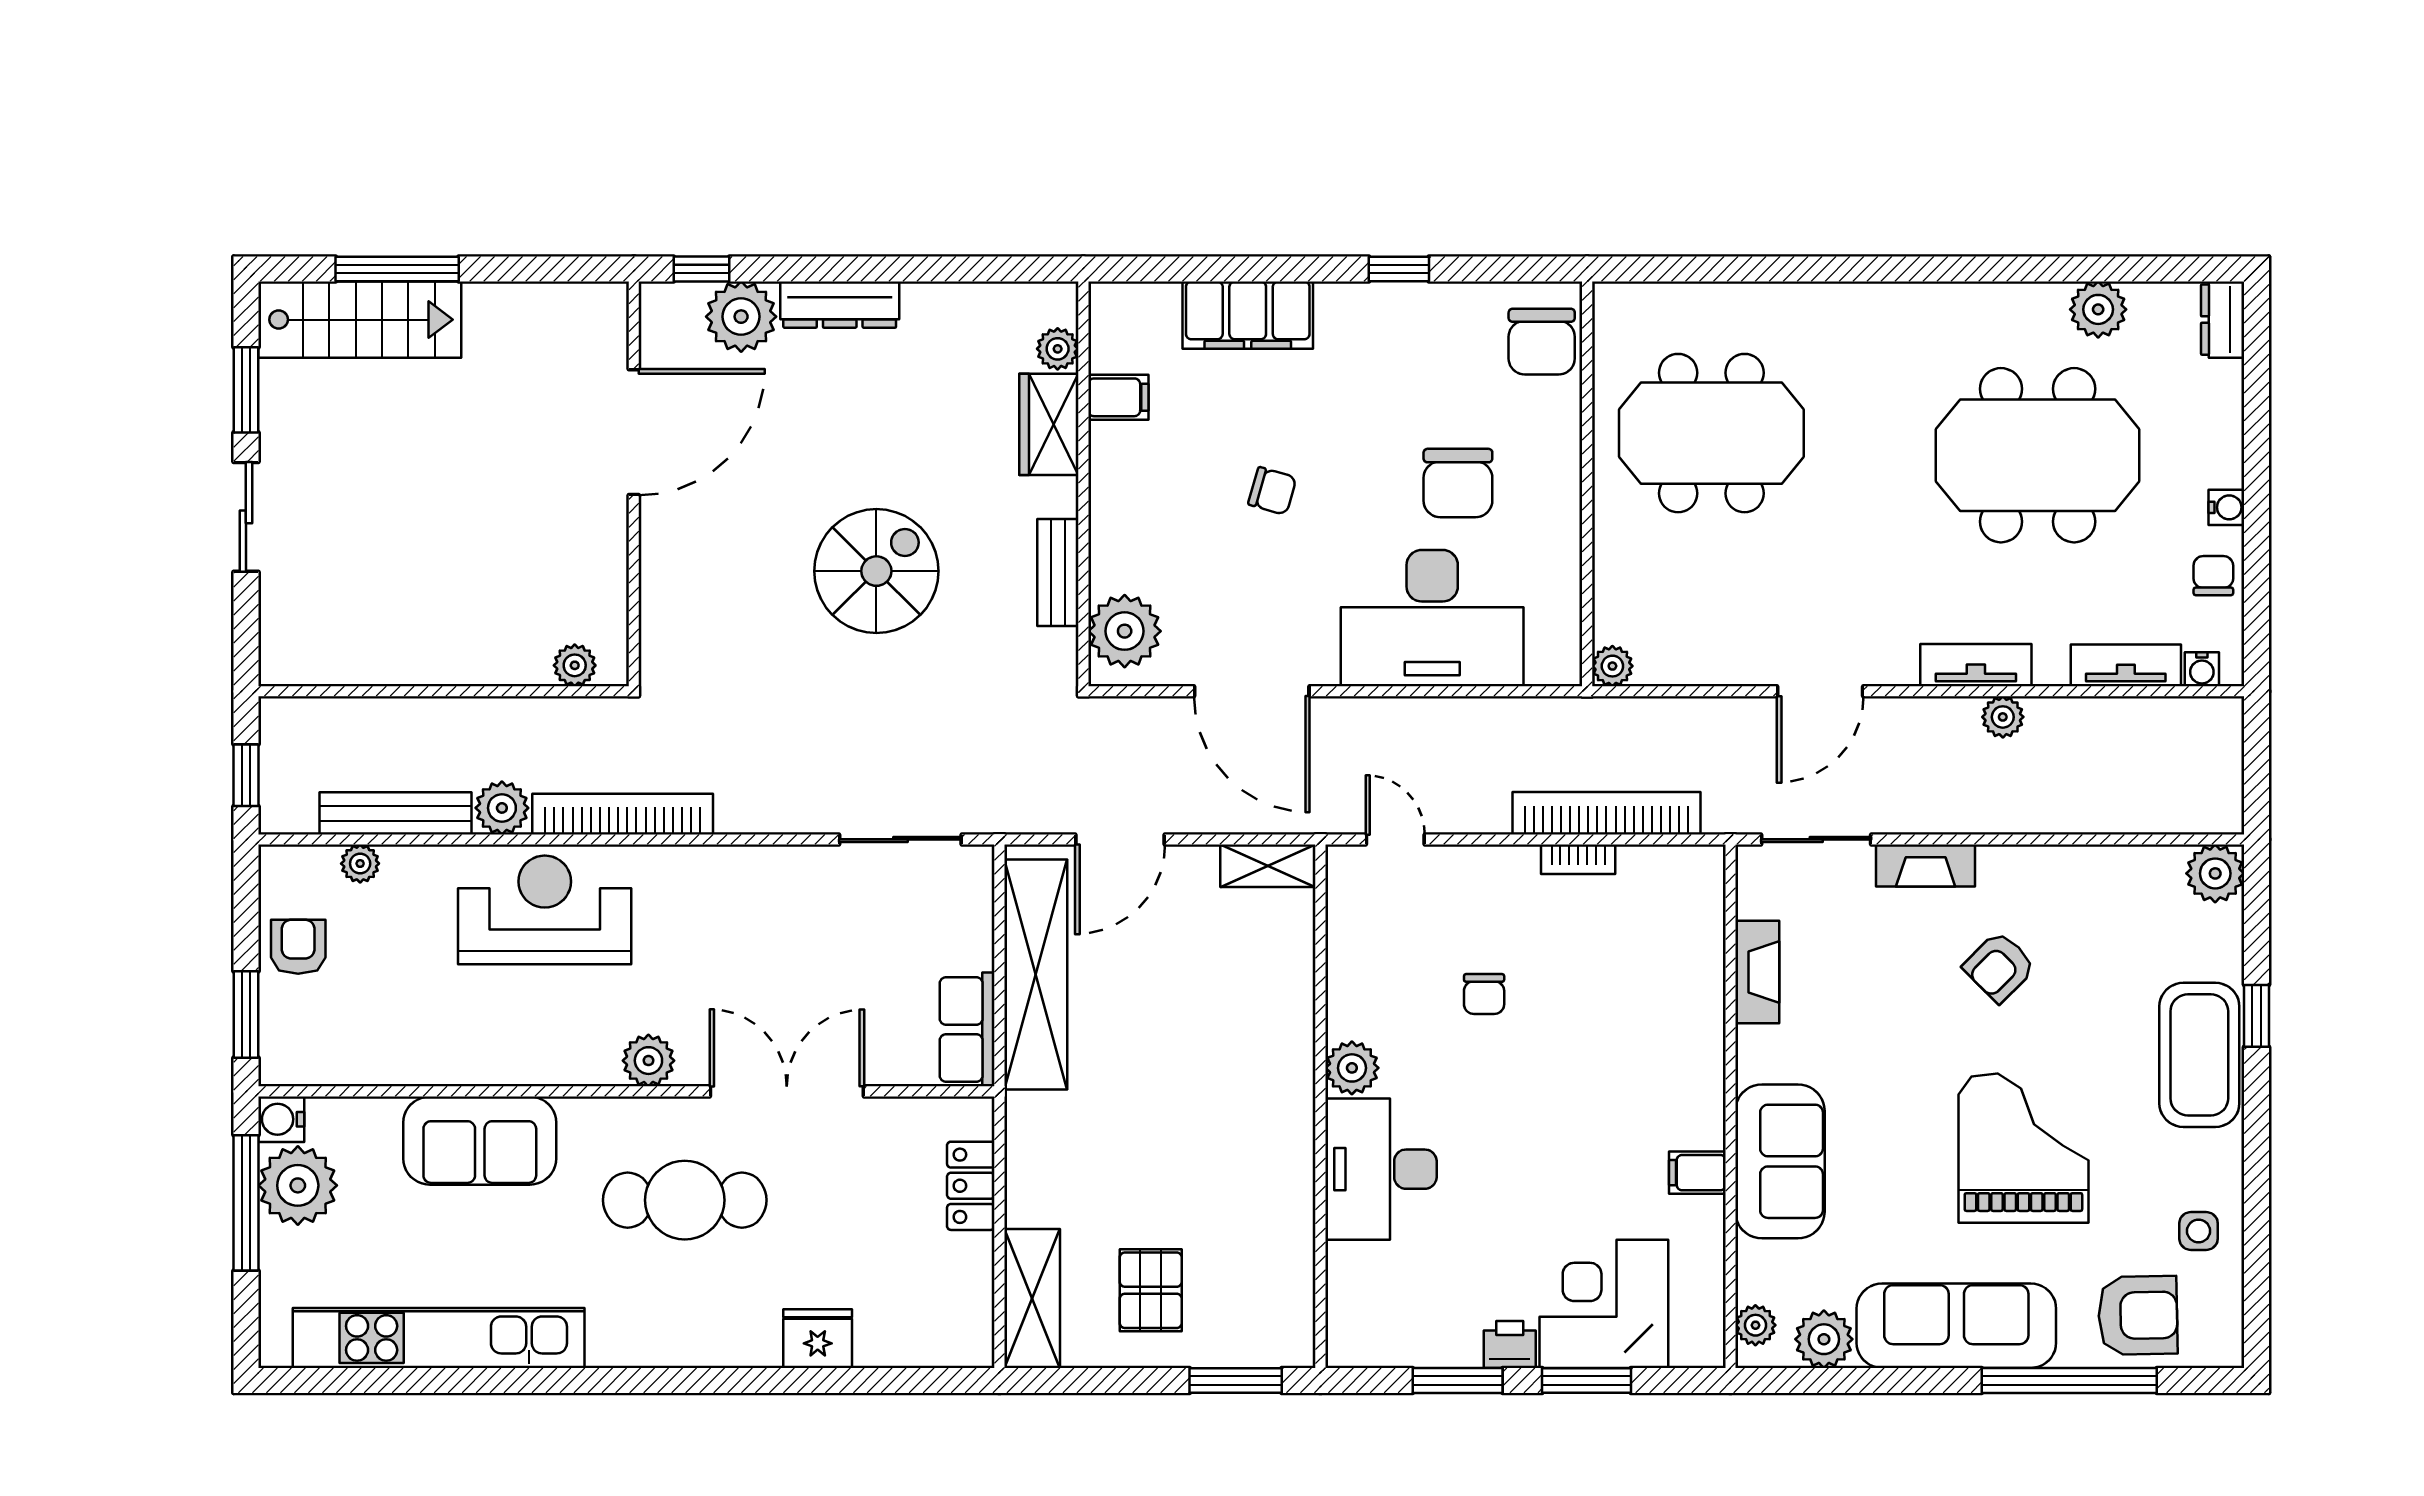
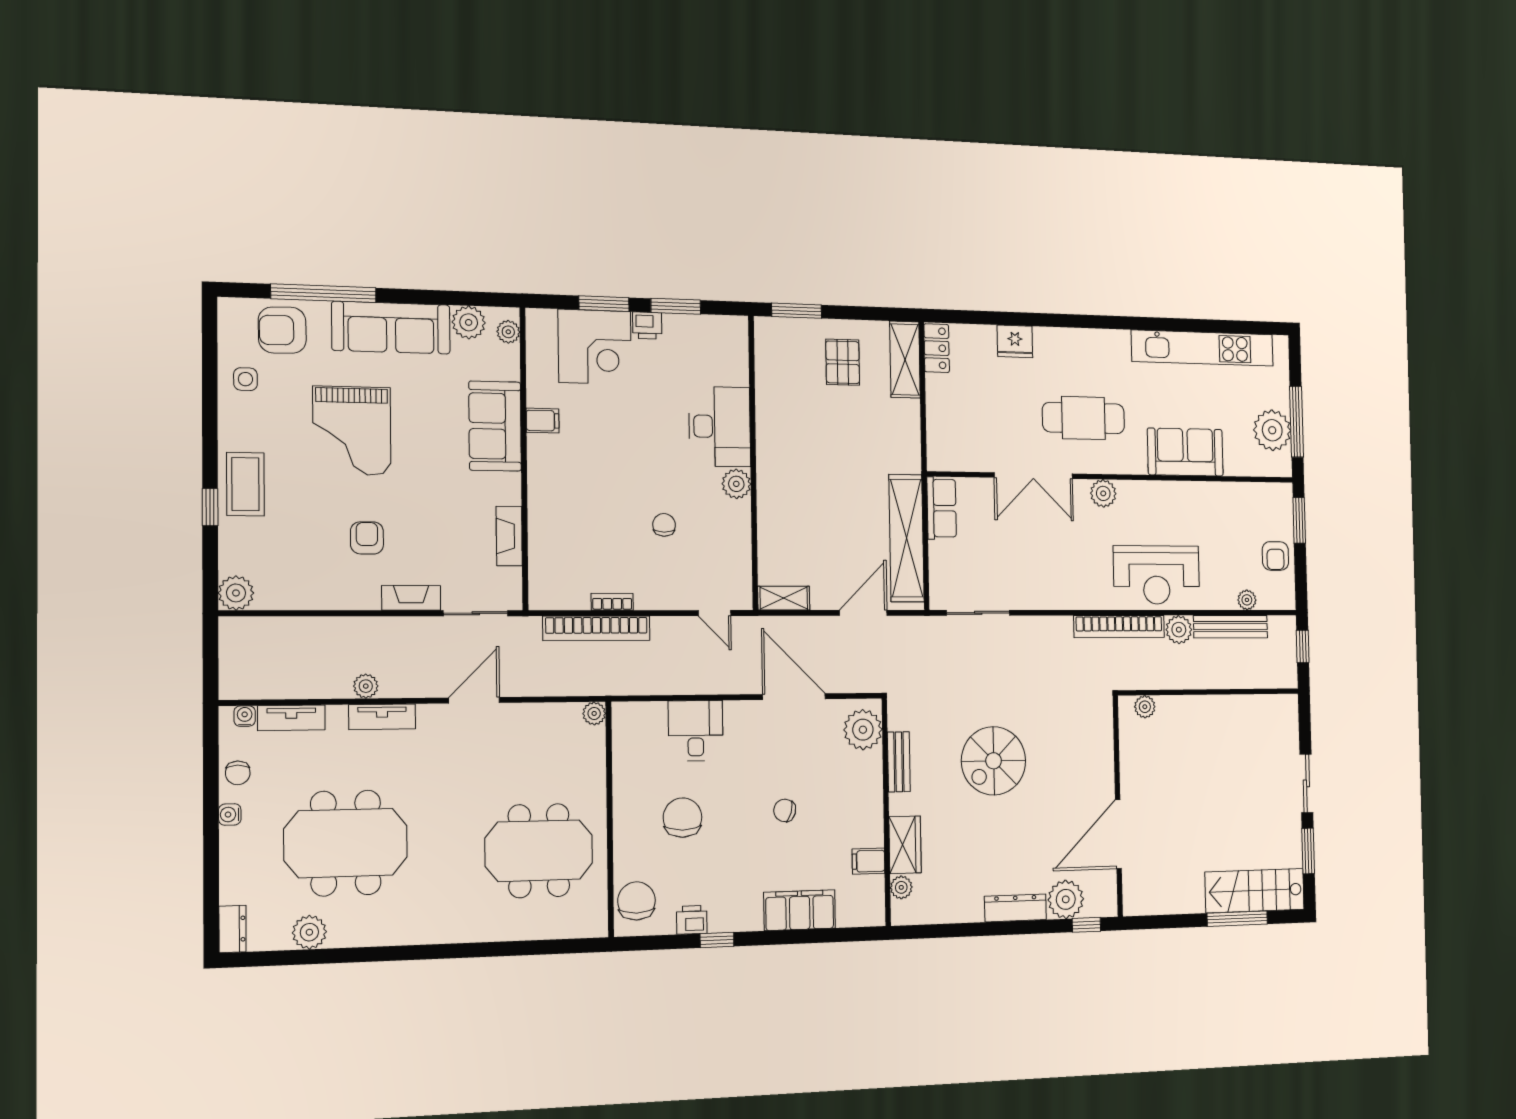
printer: (1444, 306) -> (692, 920), added
desk: (1432, 618) -> (696, 731), width x0.53, depth x0.77
armchair: (1999, 967) -> (367, 538), turned -45
coffee table: (2199, 1055) -> (245, 484), width x0.73, depth x0.76
water cooler: (281, 1119) -> (1281, 465), removed
locker: (971, 1186) -> (937, 348), moved

